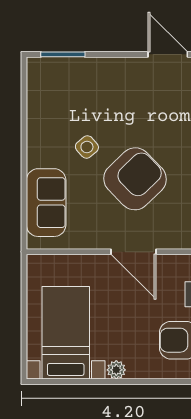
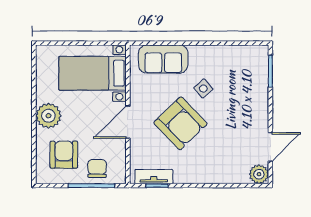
bed with nightstands: (66, 333) -> (92, 73), moved, turned 180
plant: (116, 370) -> (48, 116), width x1.88, depth x1.88

